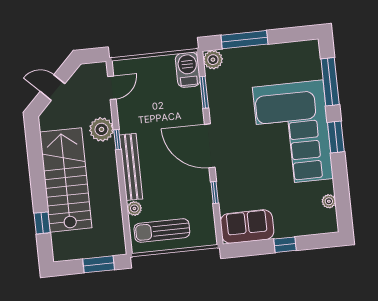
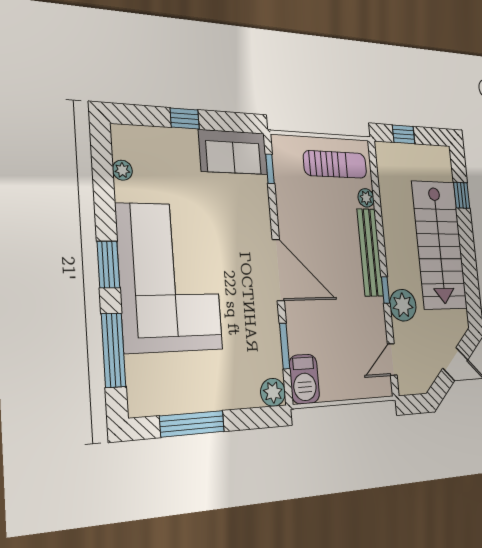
window: (244, 40) -> (192, 424), moved
window: (215, 193) -> (270, 169), moved
window: (99, 264) -> (404, 134), width x0.67

